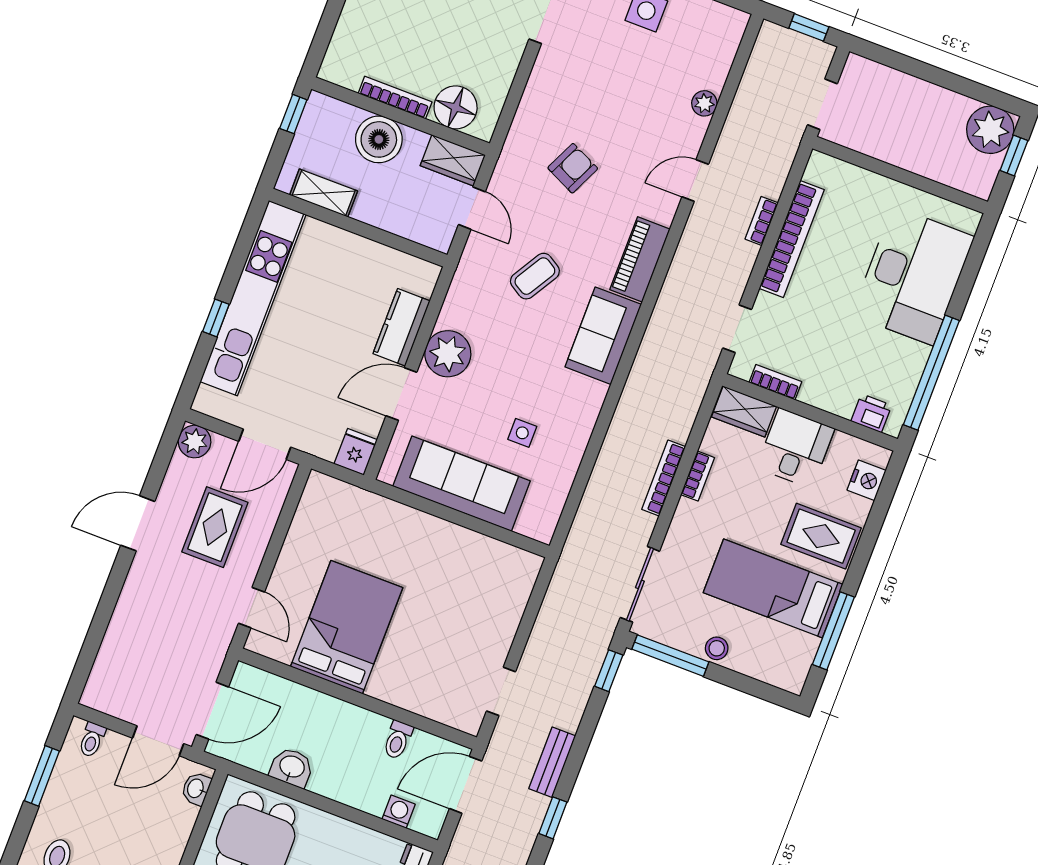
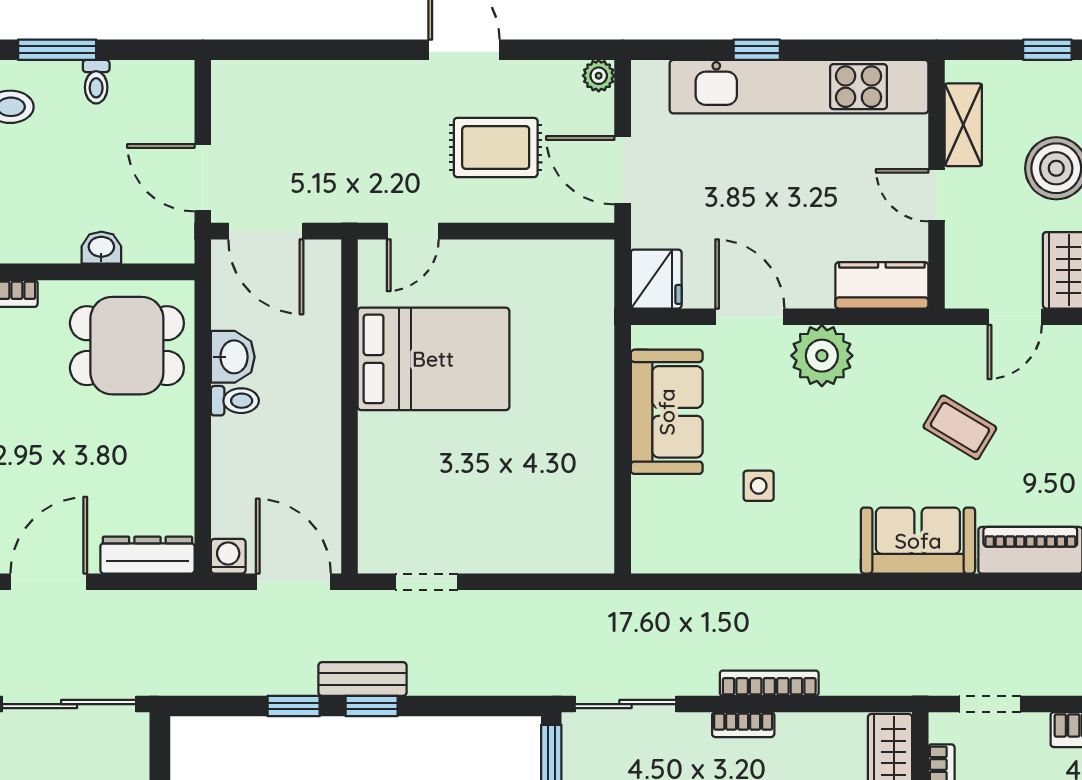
door: (366, 231) -> (937, 195), added
kitchen counter: (401, 327) -> (882, 285), moved
plant: (195, 442) -> (599, 76), width x0.73, depth x0.73
fridge: (356, 452) -> (656, 279), width x1.38
bookcase: (698, 476) -> (743, 725), moved
sofa: (462, 484) -> (667, 412), width x0.73
window: (609, 671) -> (372, 706), moved
toilet: (92, 740) -> (96, 82), moved, turned -90
toilet: (398, 740) -> (235, 401), moved, turned 180
window: (42, 776) -> (57, 50), moved
washbasin: (196, 789) -> (101, 248), moved
washing machine: (399, 812) -> (228, 556), moved, turned -90

